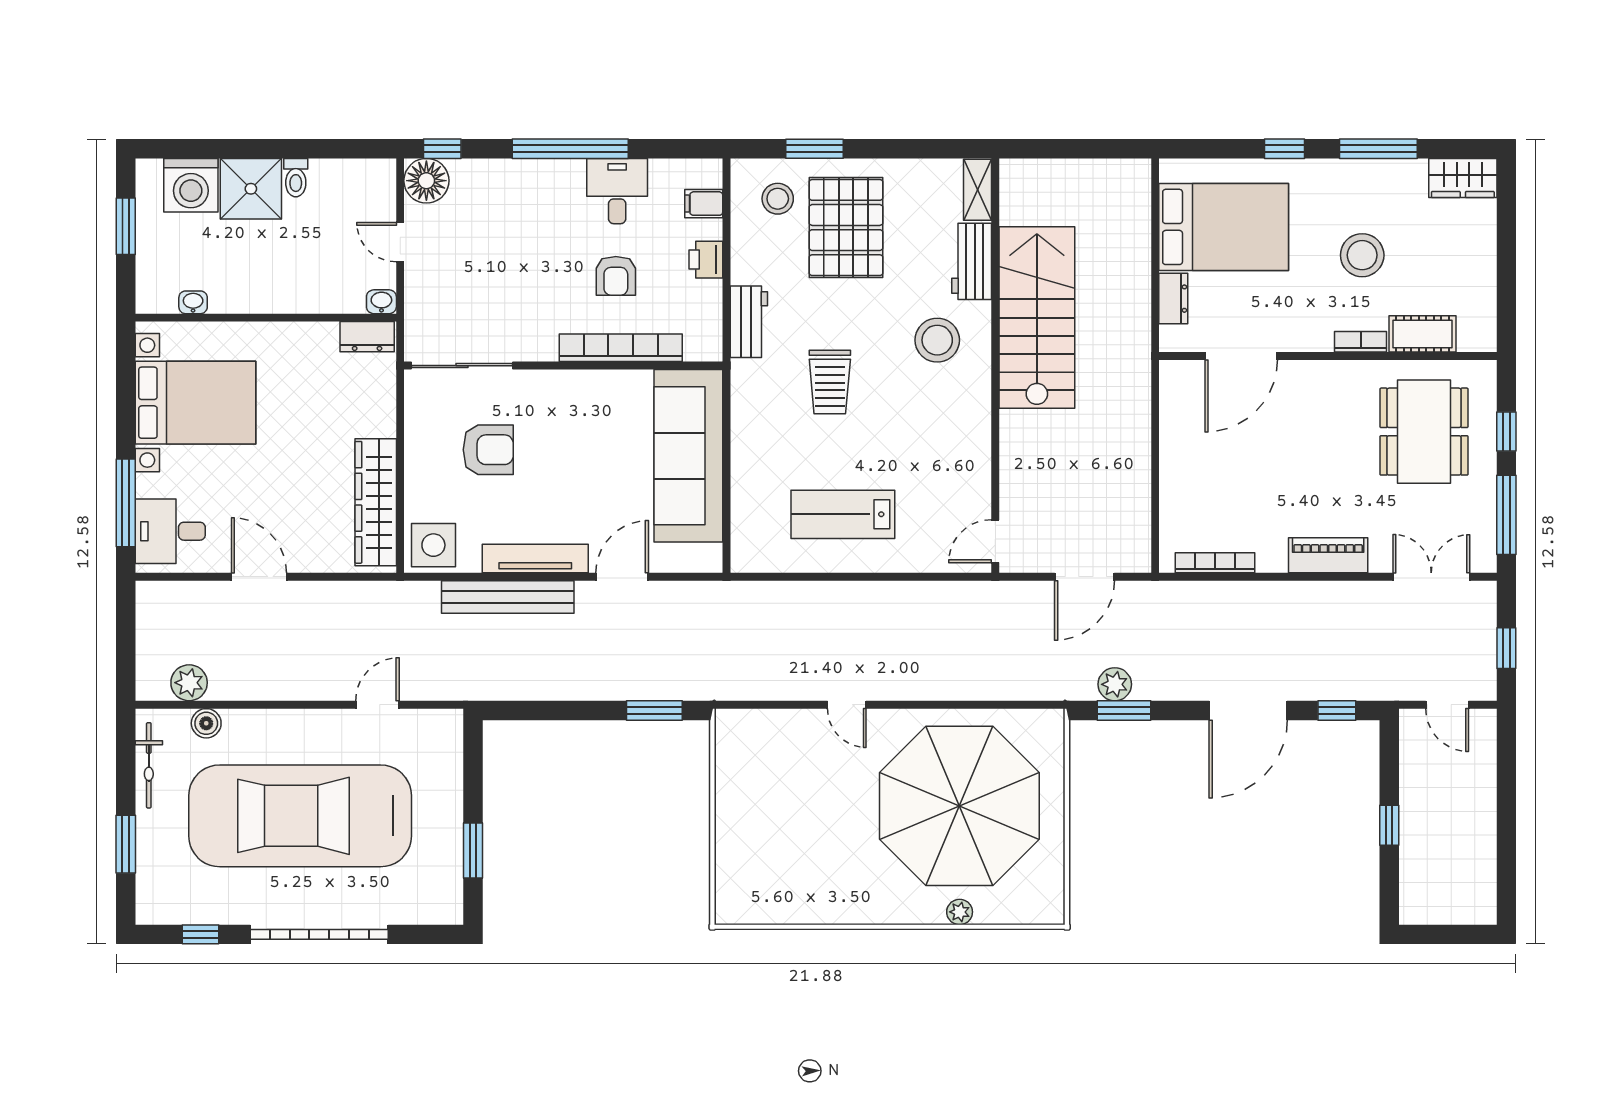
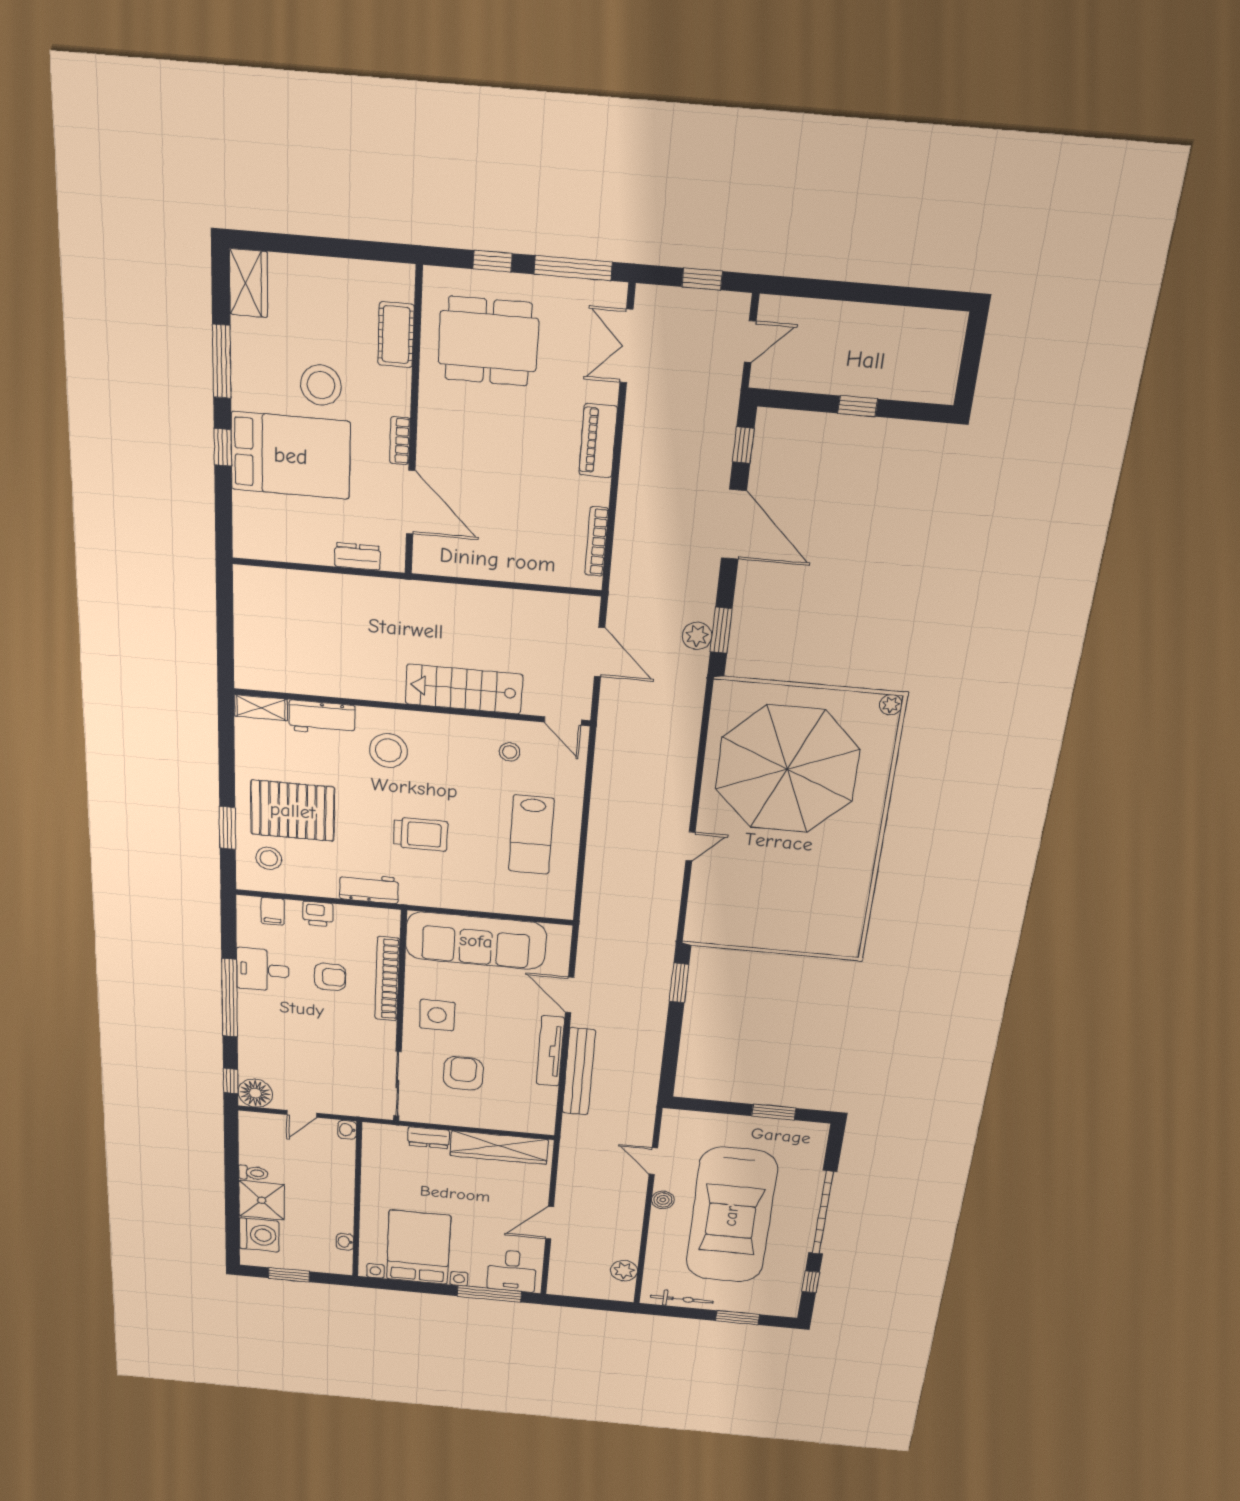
bed: (1224, 227) -> (291, 456), moved, turned 90
stairs: (1037, 318) -> (464, 689), moved, width x0.73, depth x0.66
dresser: (367, 337) -> (429, 1138), moved, turned 90
bookcase: (1361, 342) -> (400, 441), moved
stool: (949, 482) -> (510, 752), added
side table: (433, 545) -> (437, 1015), moved
boiler: (206, 723) -> (663, 1200), moved
plant: (960, 912) -> (891, 705), moved

